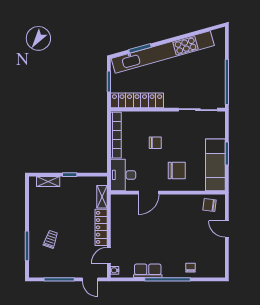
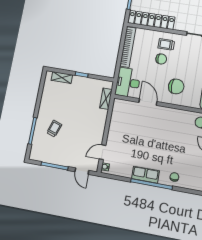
trolley: (158, 125) -> (166, 44), added
door: (149, 193) -> (148, 102), swing flipped
locker: (101, 227) -> (100, 126), removed
row of seats: (148, 271) -> (145, 175), moved

